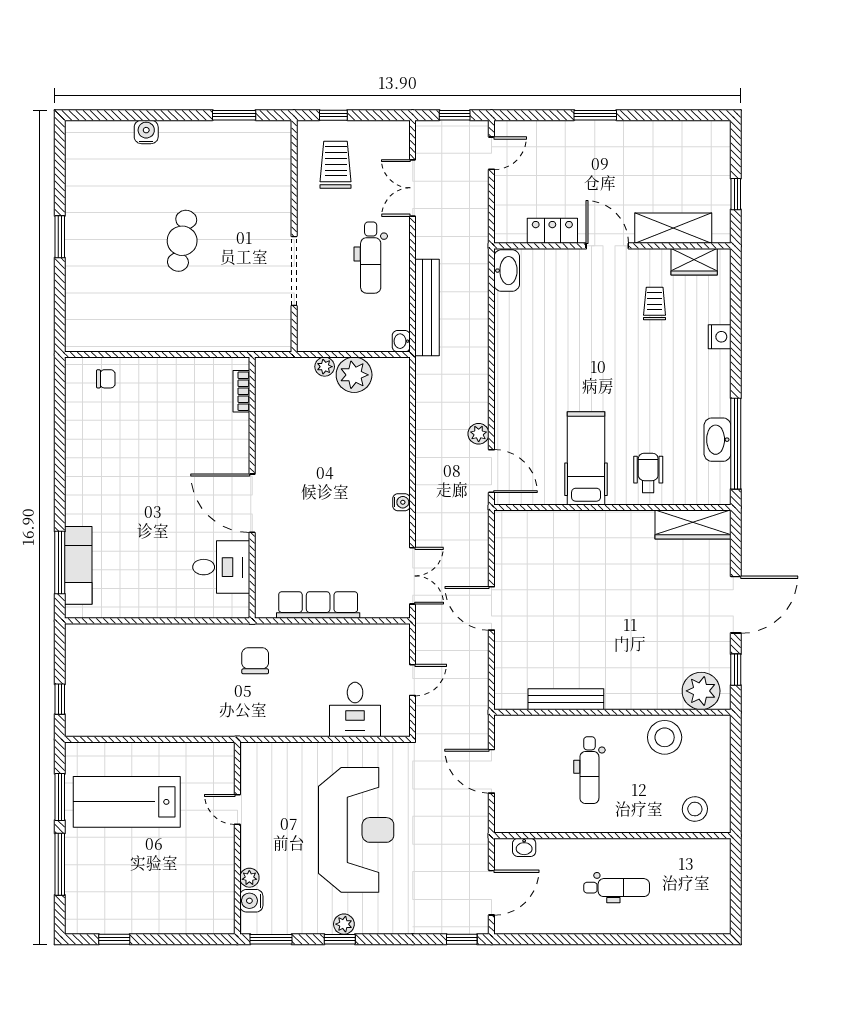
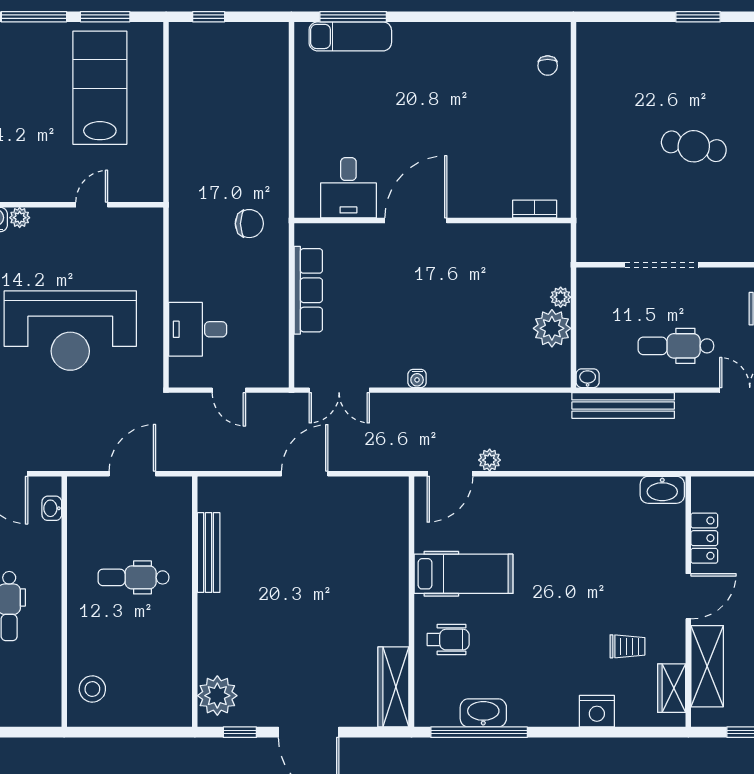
nightstand: (720, 337) -> (597, 711), width x1.36, depth x1.33
stool: (665, 737) -> (168, 657), removed

